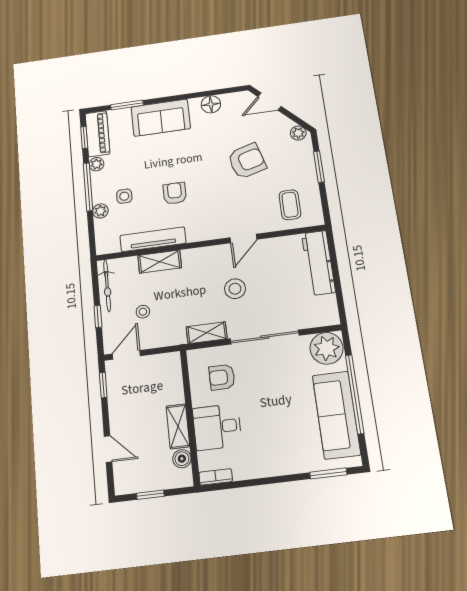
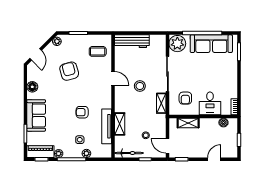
shelving: (178, 426) -> (188, 123), moved

